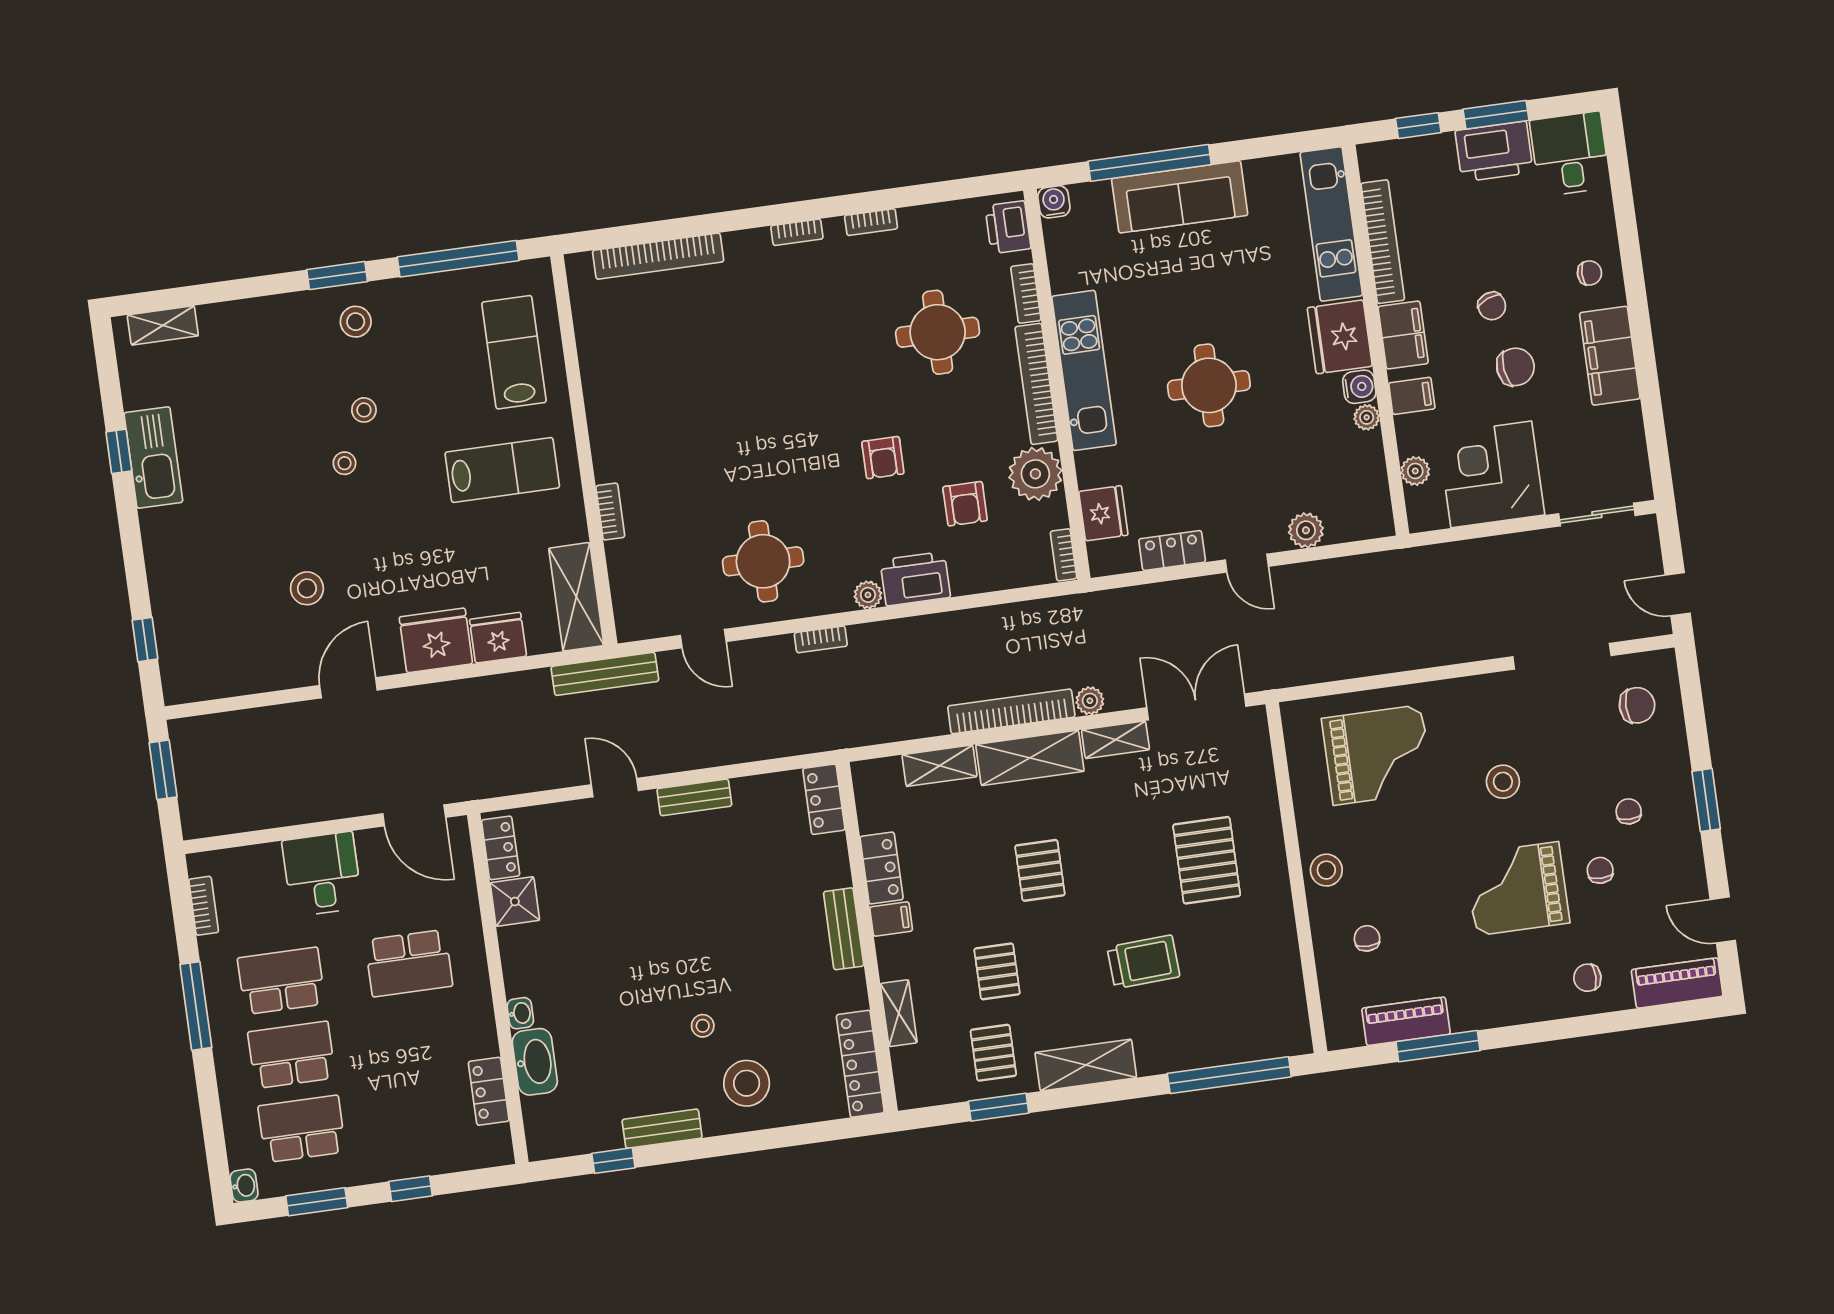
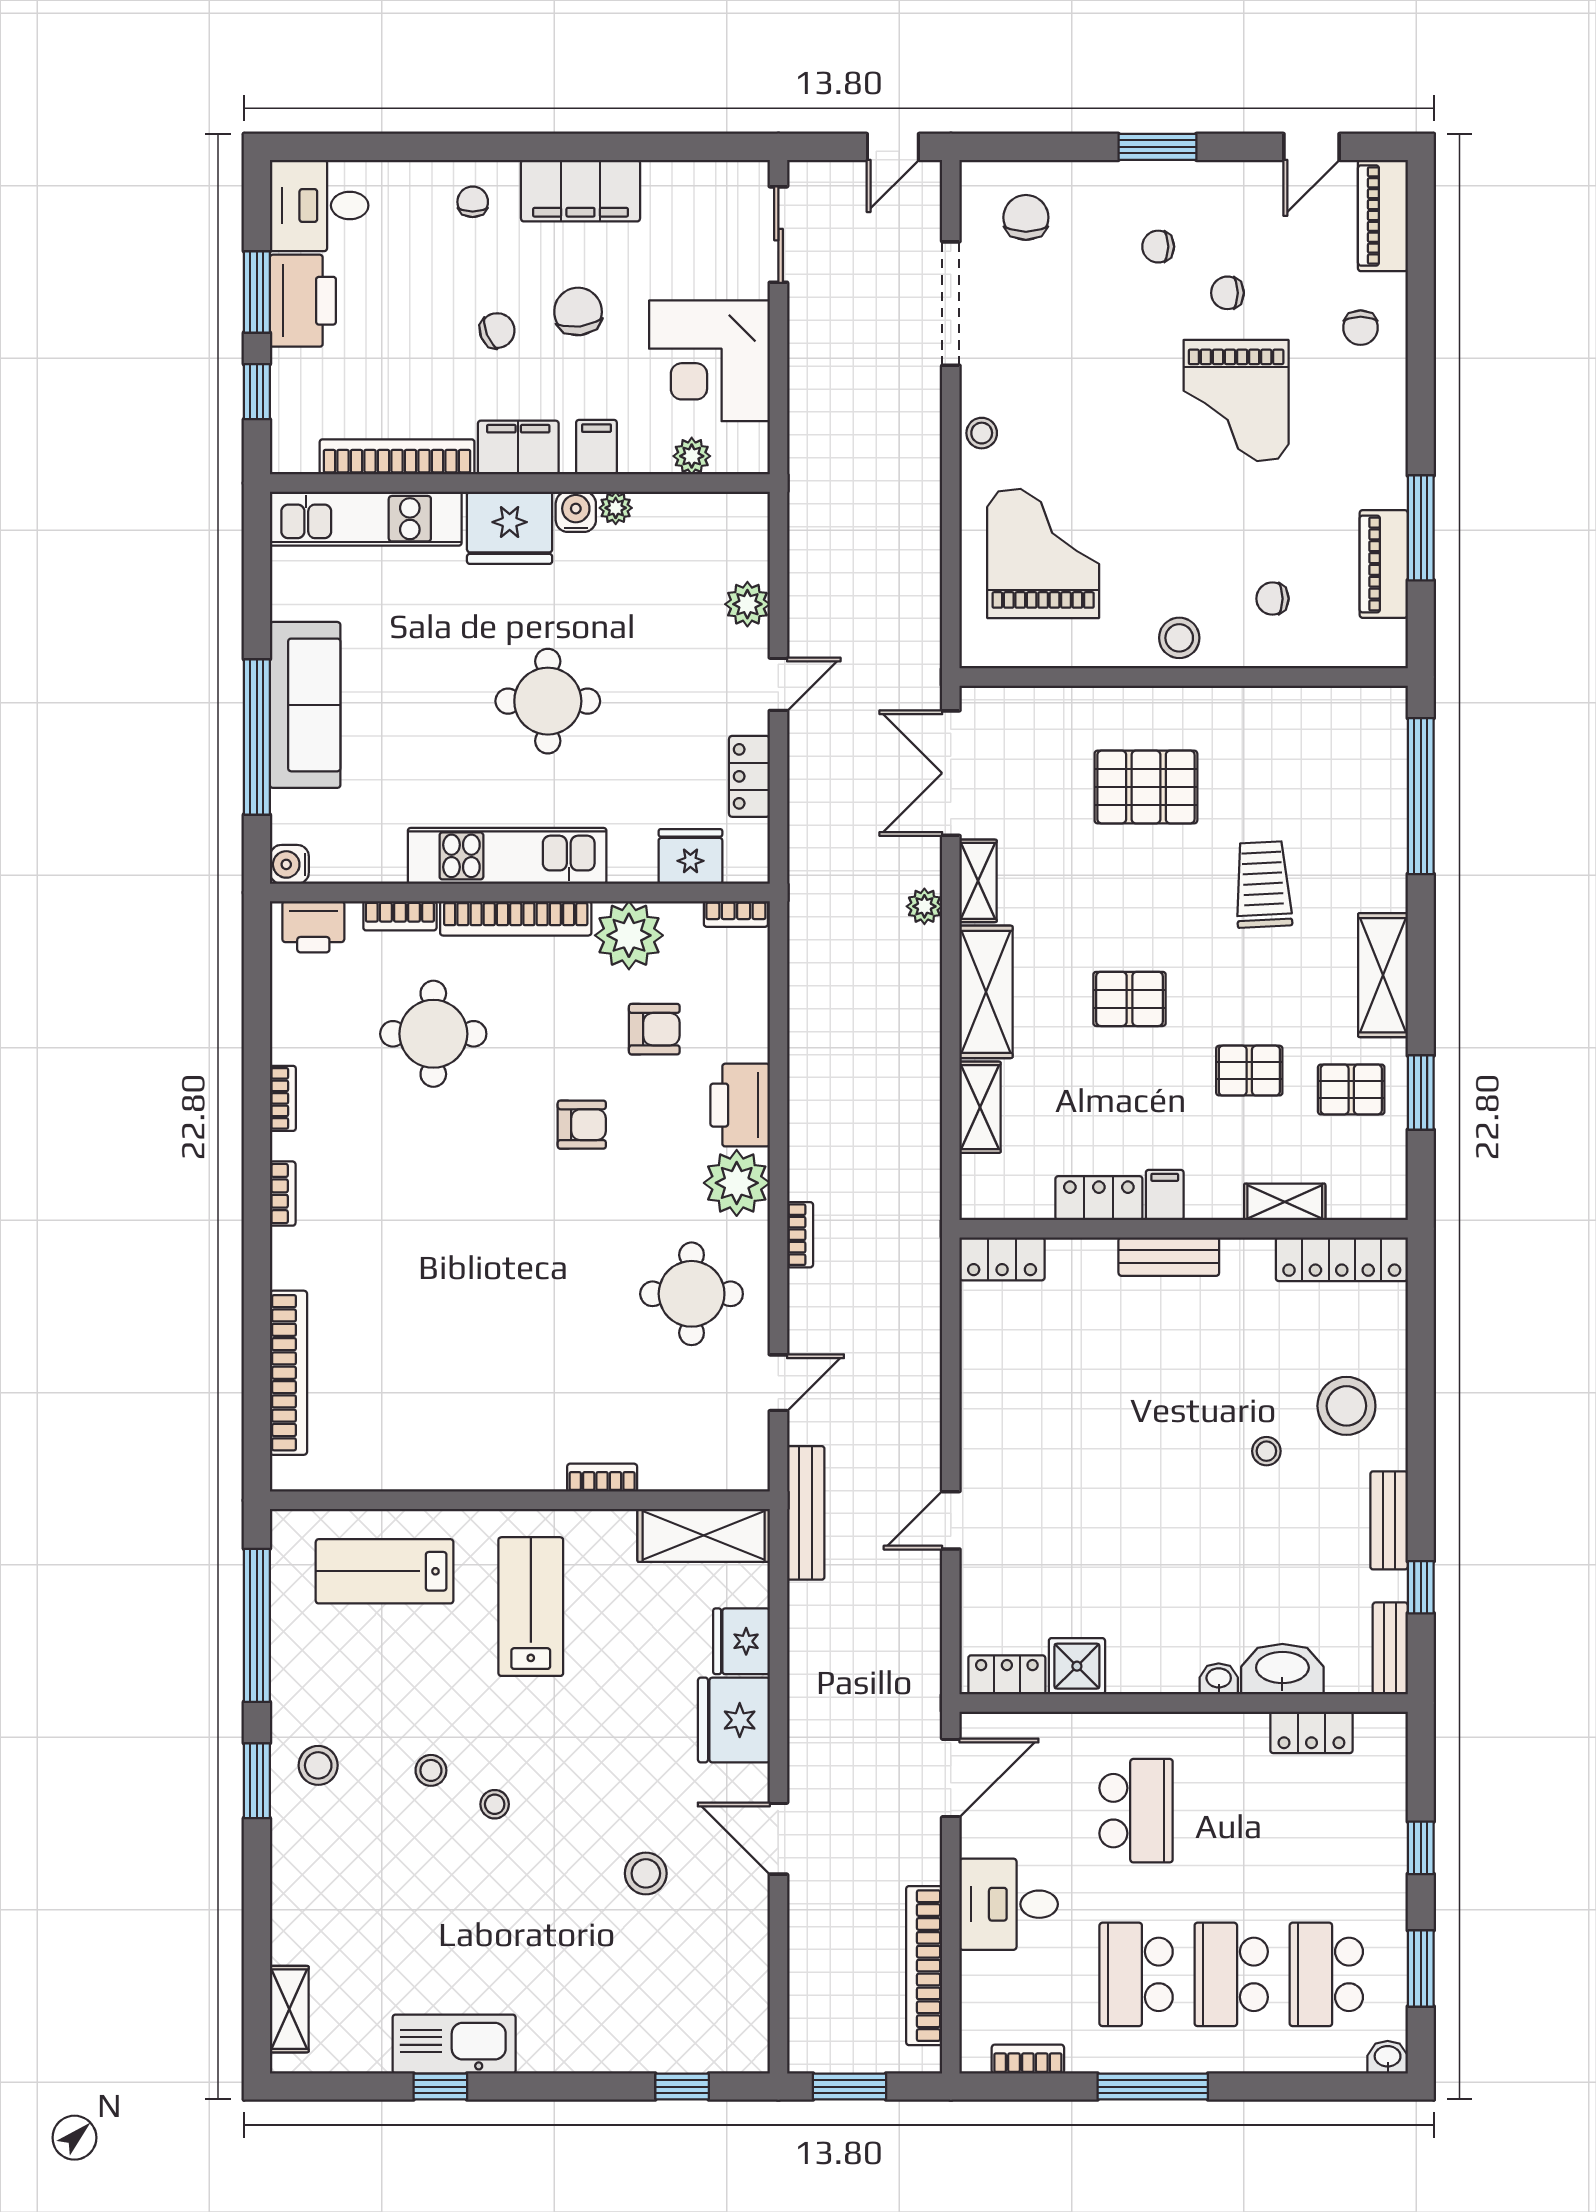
plant: (868, 595) -> (737, 1183), width x1.88, depth x1.88
bookcase: (1011, 711) -> (924, 1966), moved
stool: (1503, 782) -> (982, 433), moved, width x0.73, depth x0.73
bench: (694, 797) -> (1390, 1648), moved

